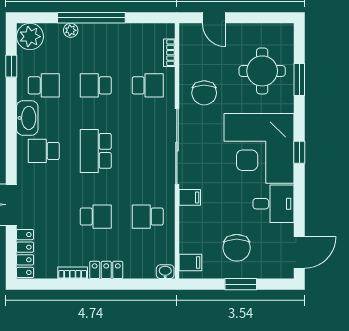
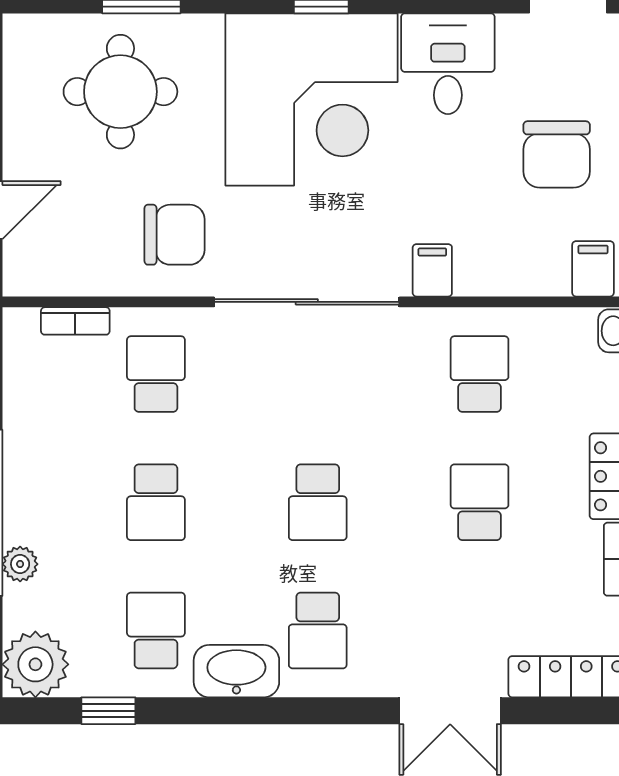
school desk: (96, 151) -> (318, 502), width x0.54
school desk: (148, 217) -> (480, 374), turned 180
chair: (237, 248) -> (557, 154), turned 90

